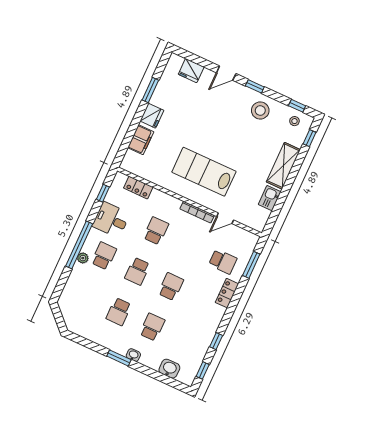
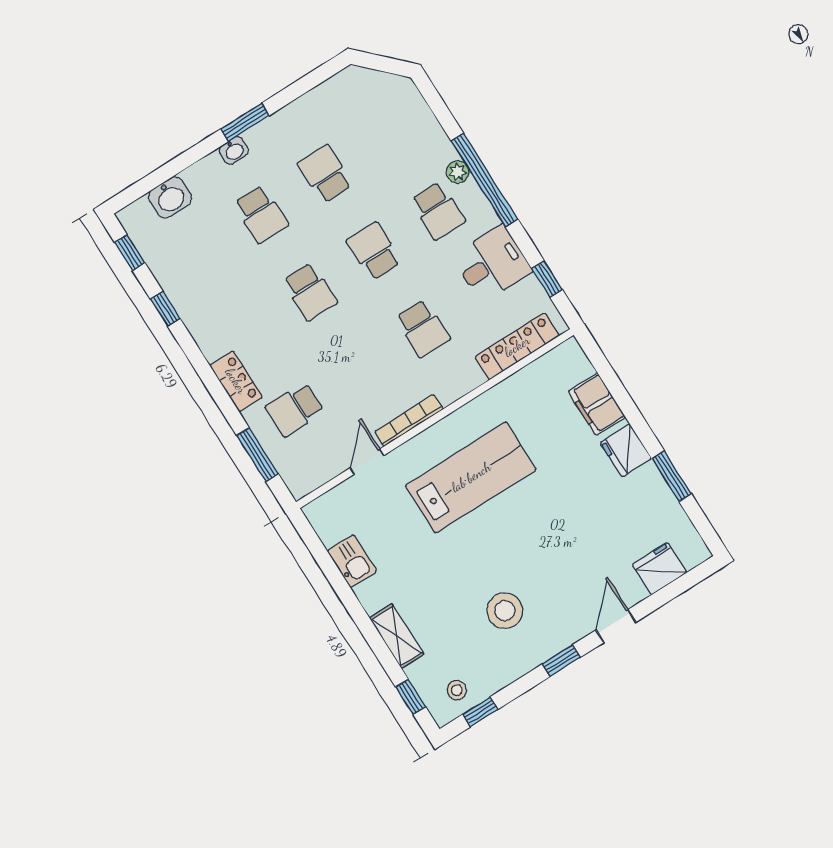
stool: (260, 111) -> (505, 611), moved
shelving: (283, 166) -> (397, 636), width x0.67, depth x0.75
locker: (138, 188) -> (517, 346), width x1.53

